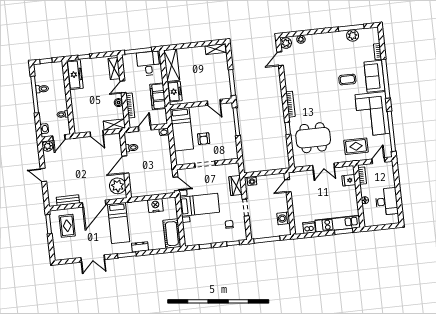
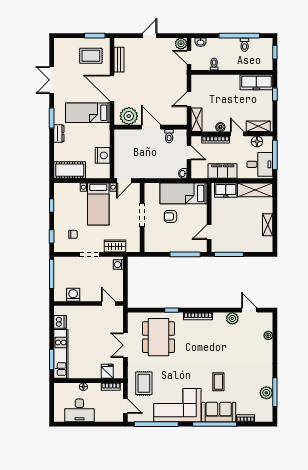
plant: (286, 43) -> (232, 318), moved
shelving: (215, 49) -> (268, 225), moved
floor lamp: (128, 68) -> (257, 142), added

